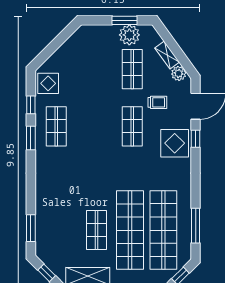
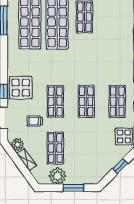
window: (125, 20) -> (73, 188), moved
window: (53, 47) -> (120, 166), added
shop shelf: (94, 126) -> (86, 101), added

